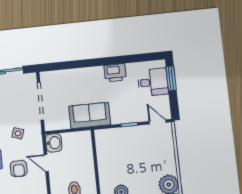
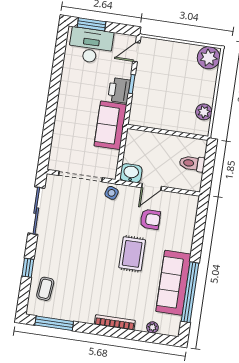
printer: (115, 73) -> (119, 90), moved, turned 180
desk: (153, 82) -> (91, 46), width x1.37
side table: (18, 133) -> (112, 193), moved

